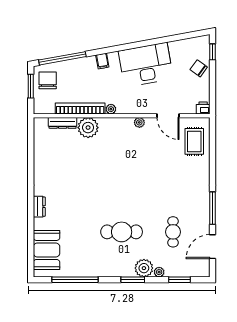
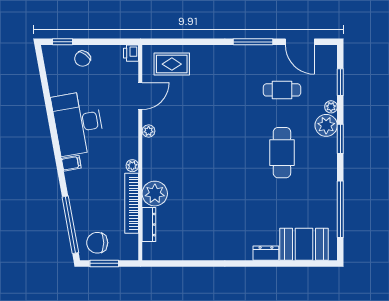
filing cabinet: (102, 61) -> (71, 163), moved
dresser: (39, 207) -> (266, 253), moved

